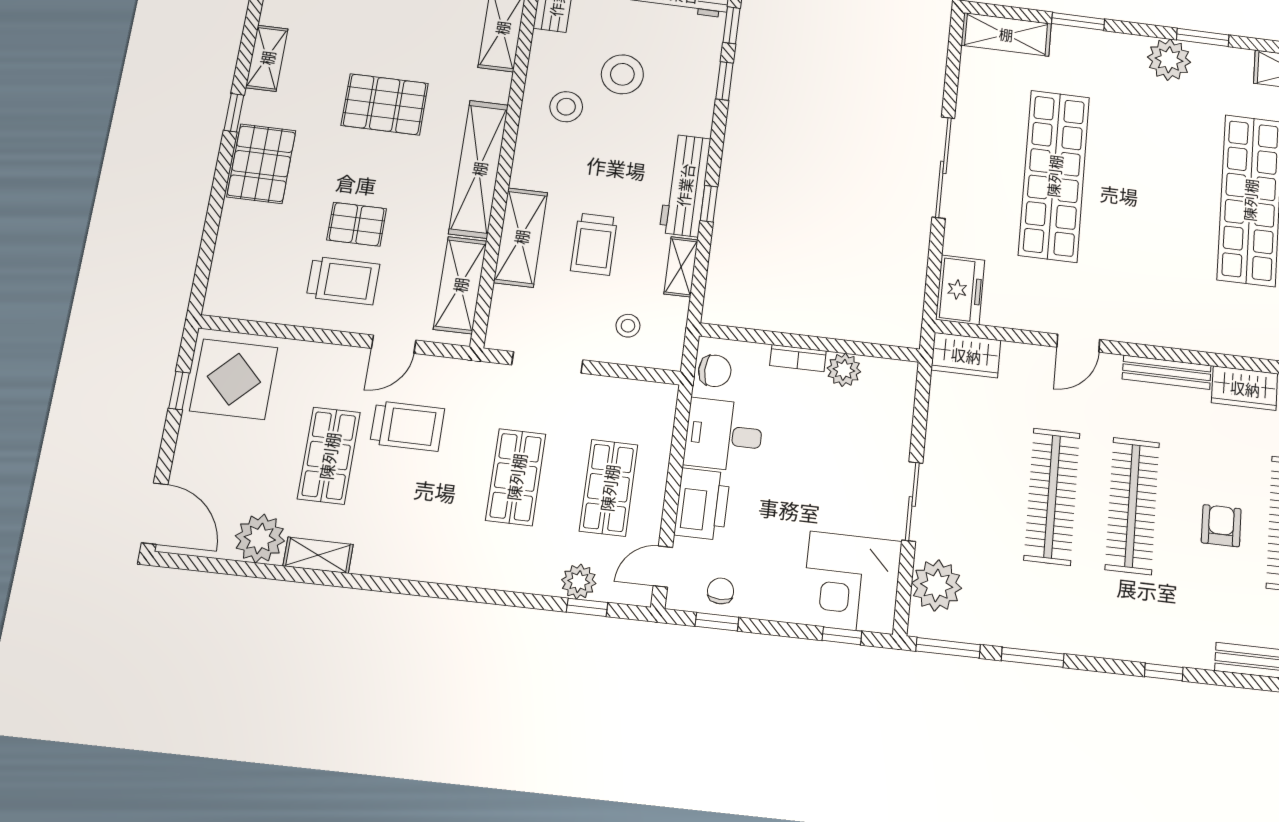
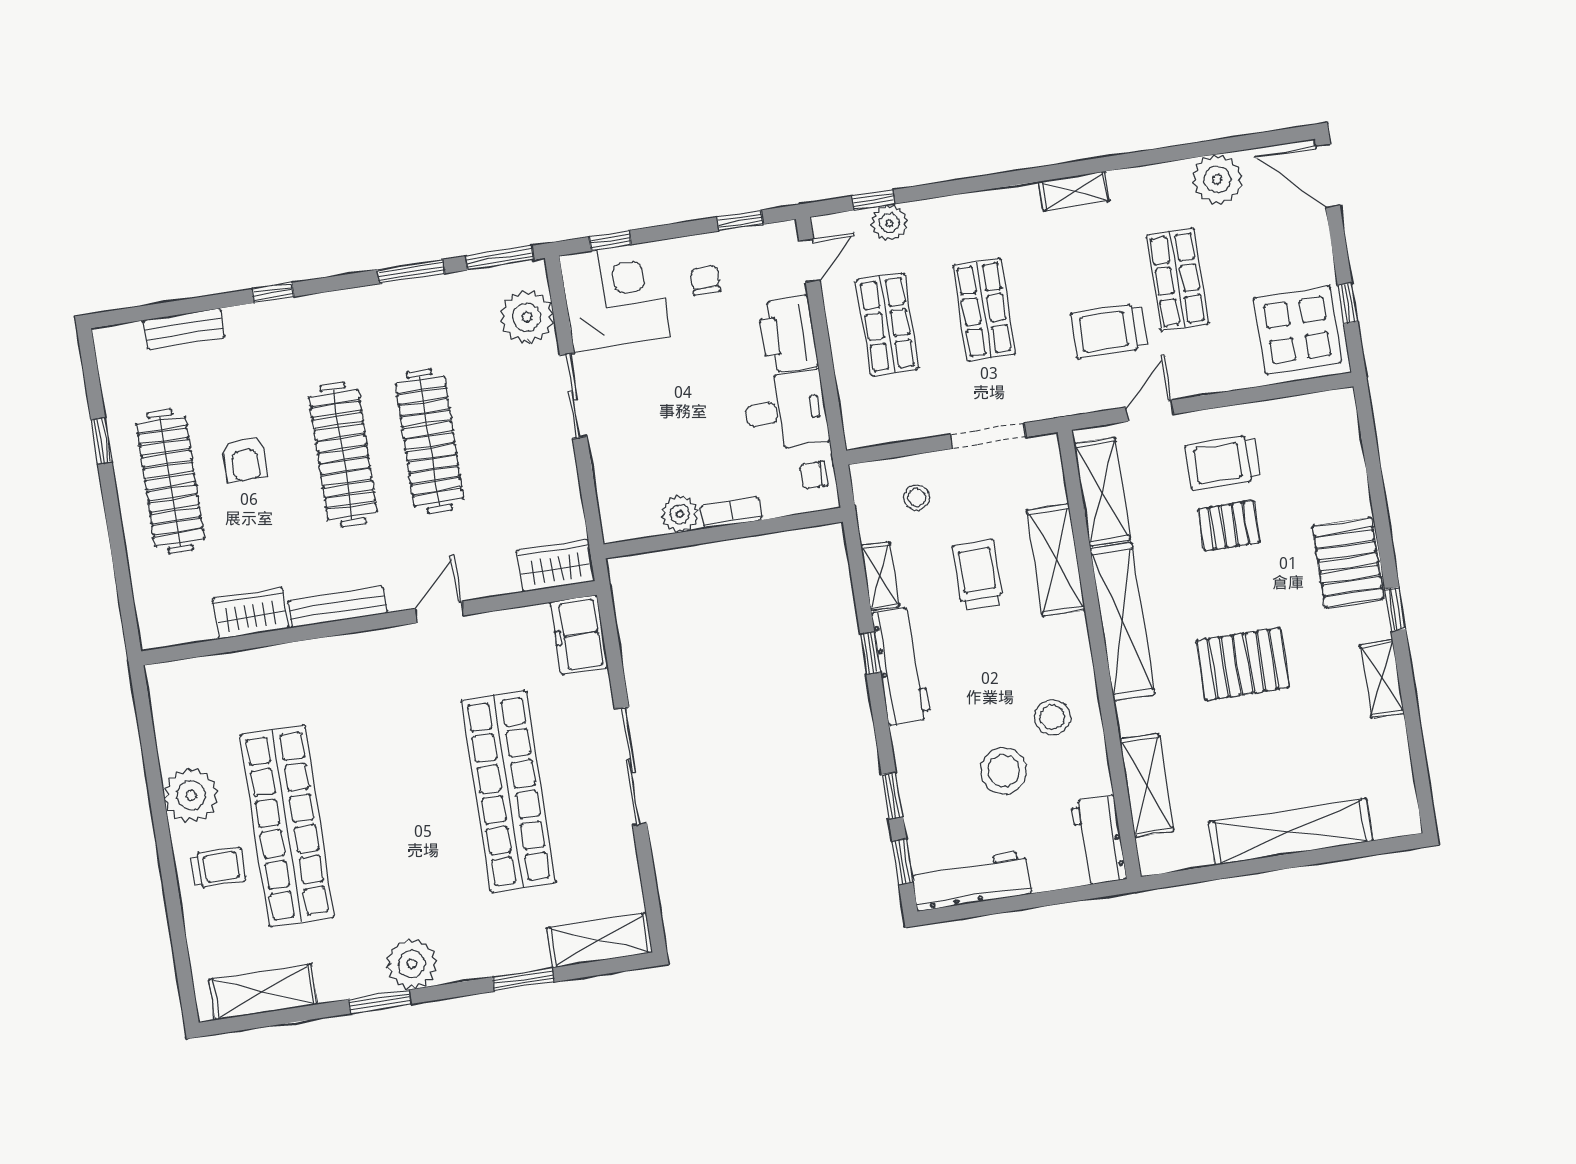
chair: (715, 371) -> (814, 475), width x0.73, depth x0.73
shelving: (318, 555) -> (1074, 191), moved
chair: (721, 591) -> (705, 280), moved, turned 180

